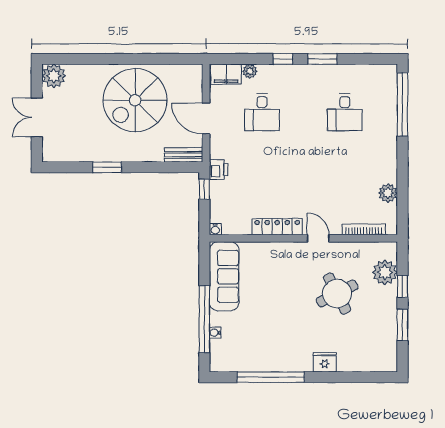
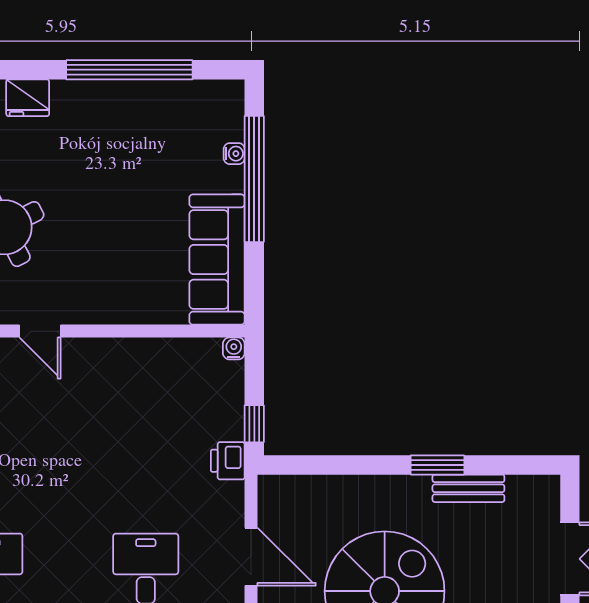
bench: (184, 155) -> (468, 488), moved
locker: (277, 227) -> (117, 353), removed

